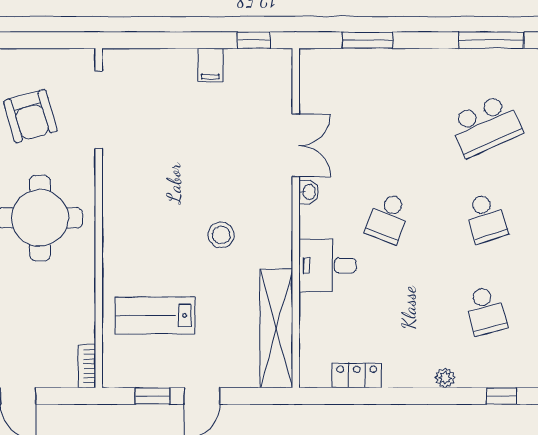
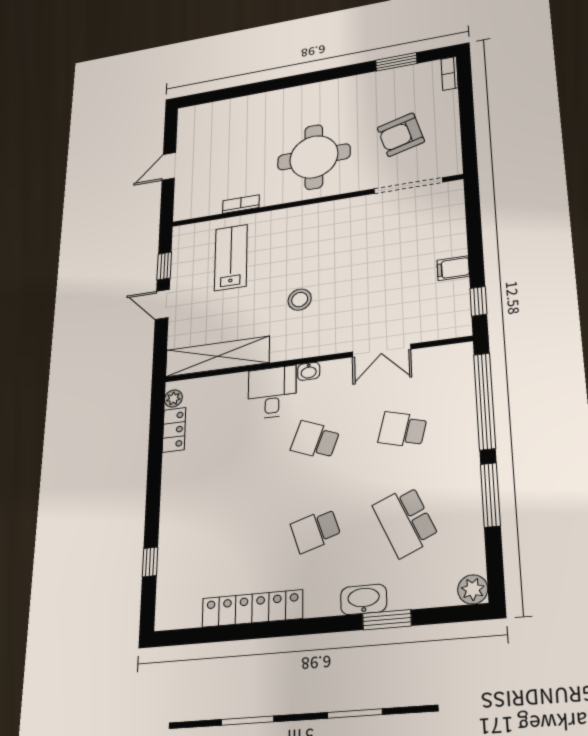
window: (367, 40) -> (485, 401), width x2.11
window: (491, 40) -> (490, 495), moved
washbasin: (309, 192) -> (309, 371), moved
school desk: (486, 311) -> (402, 430), moved, turned 30
bookcase: (87, 366) -> (241, 204), moved
plant: (445, 378) -> (173, 398), moved

